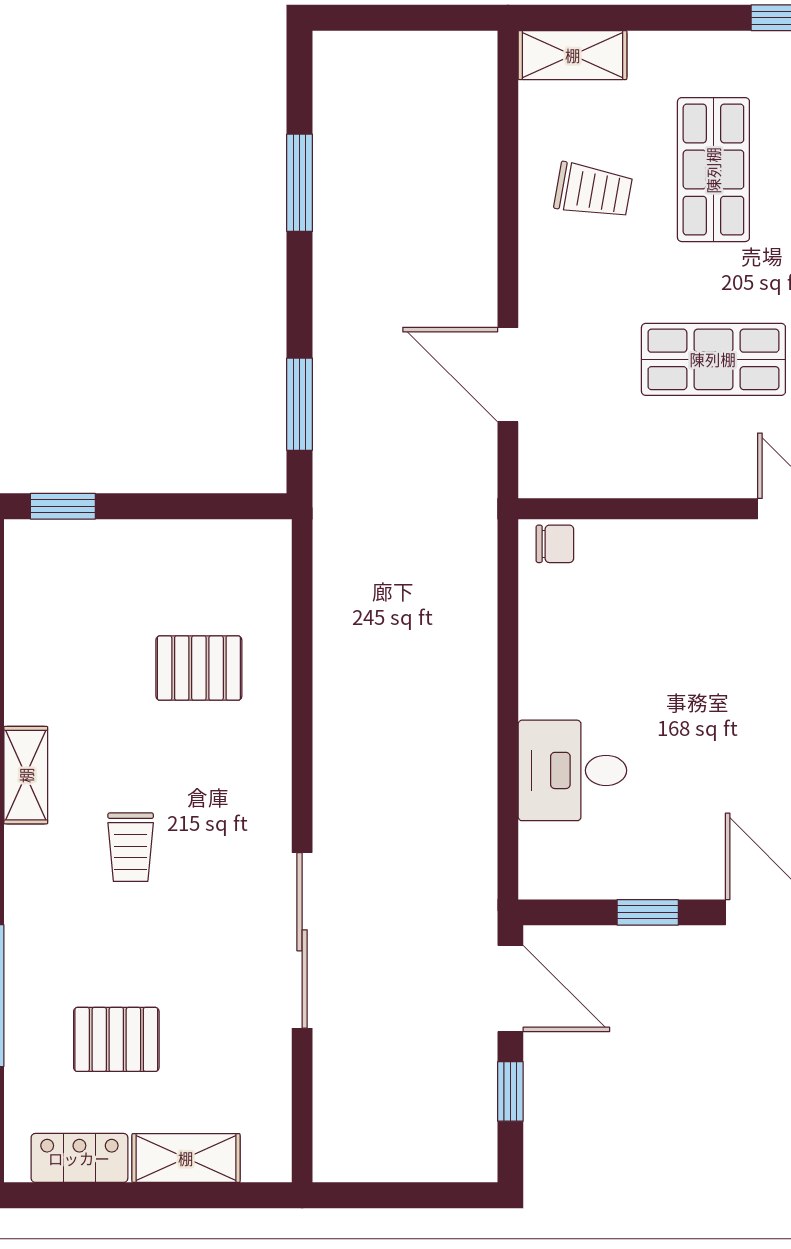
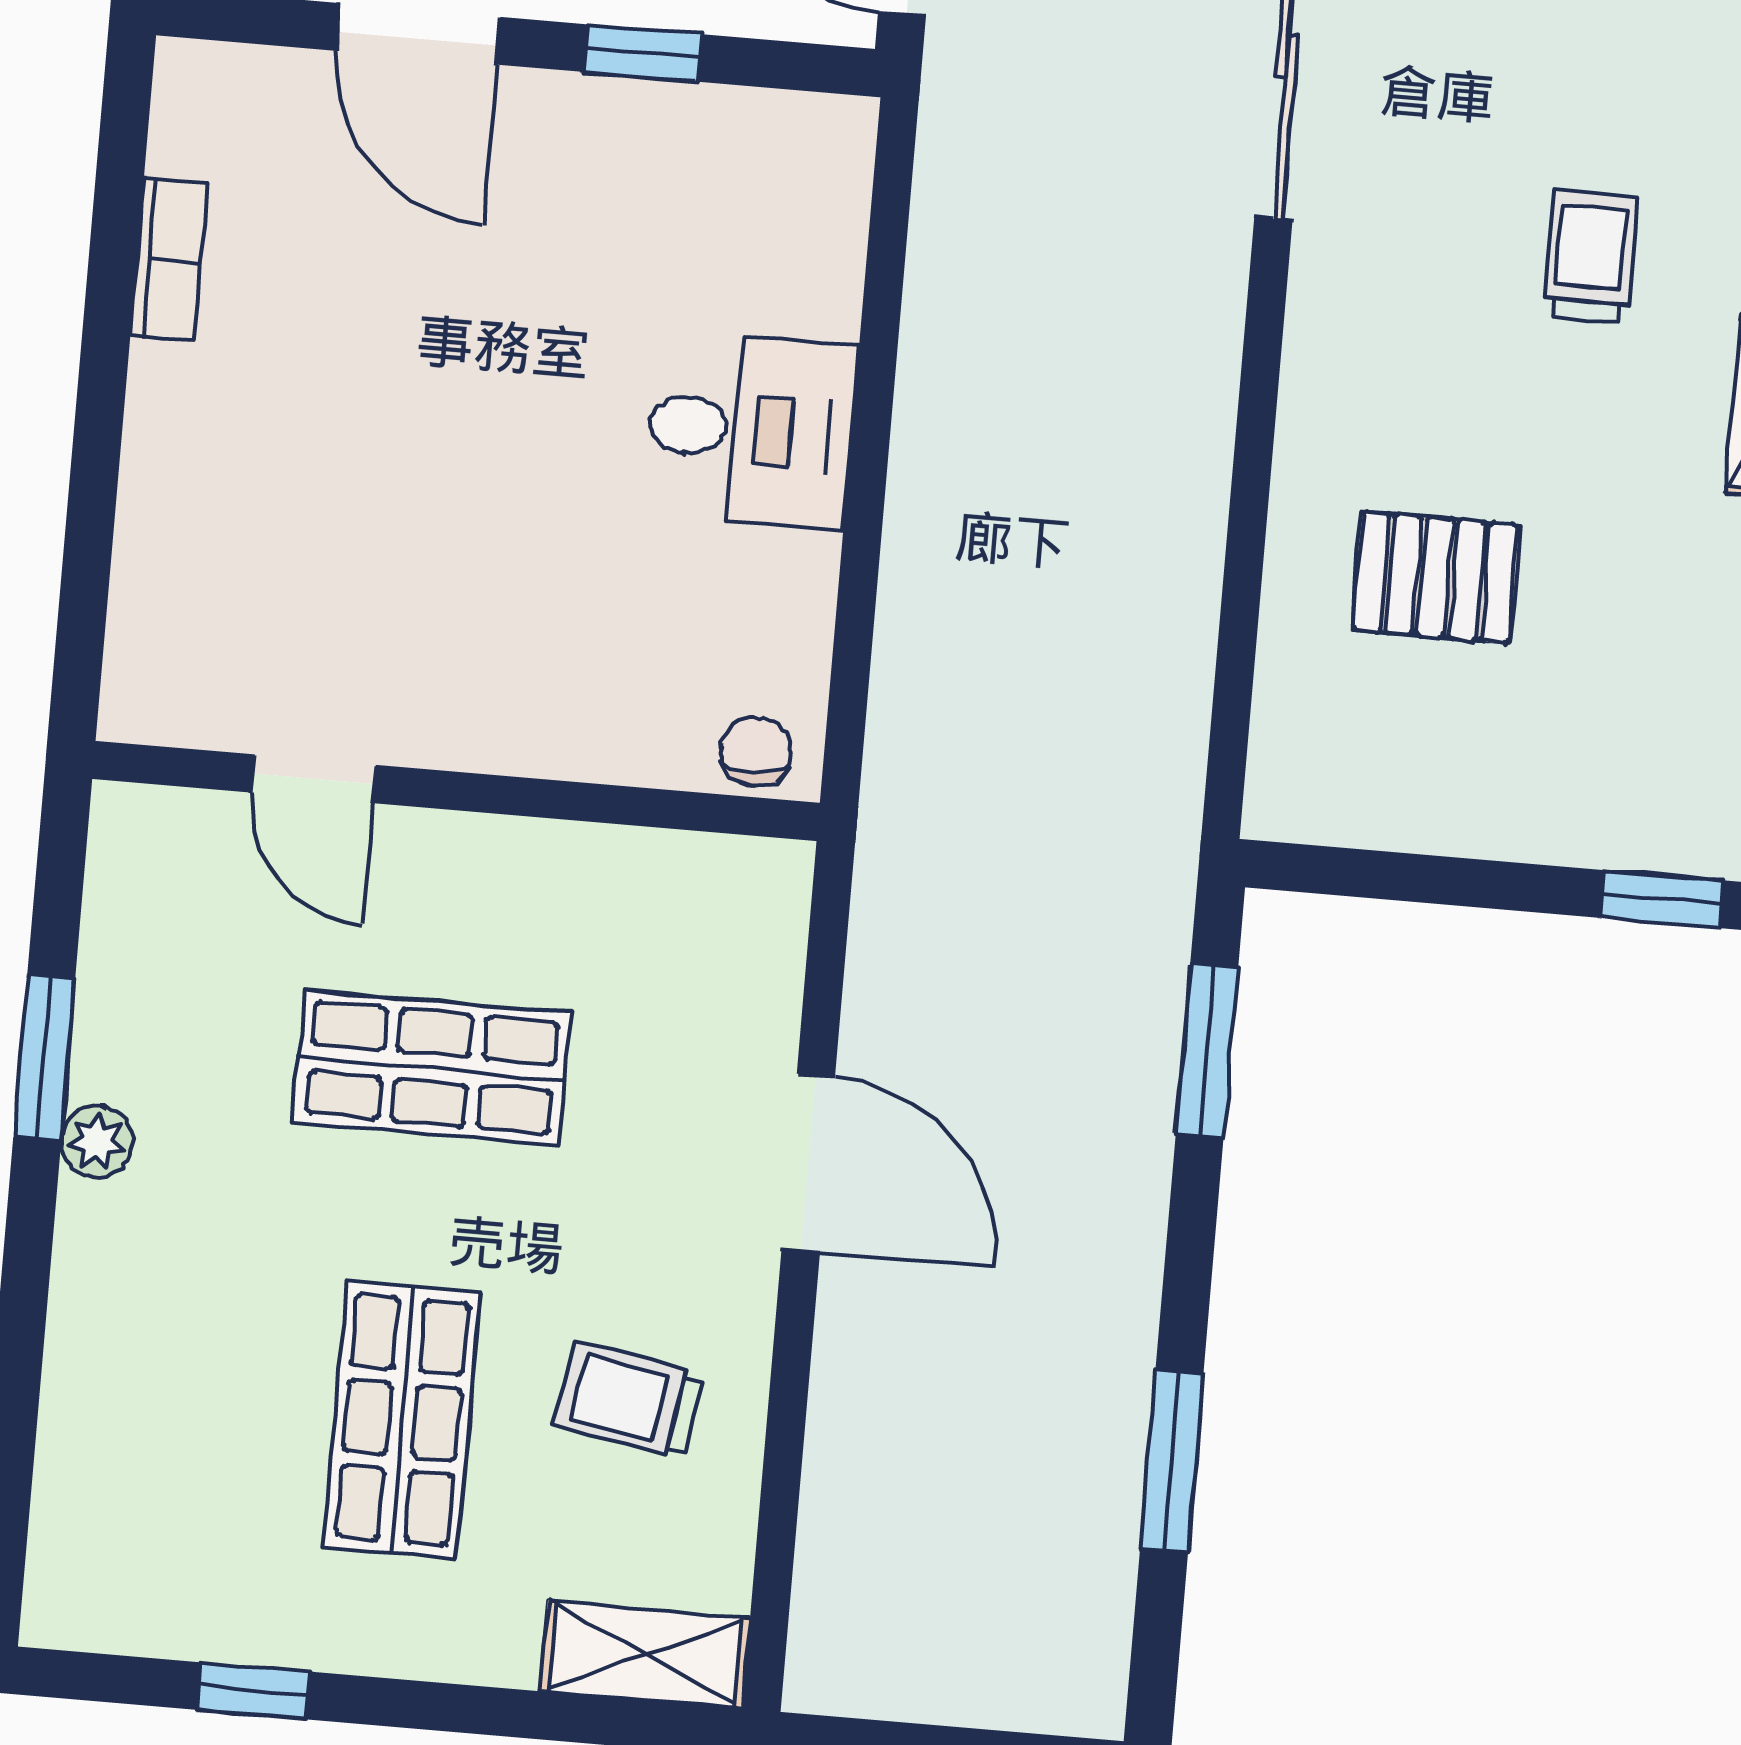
door: (508, 375) -> (808, 1163), moved
chair: (555, 544) -> (756, 751), turned 90
desk: (572, 770) -> (751, 430), moved

